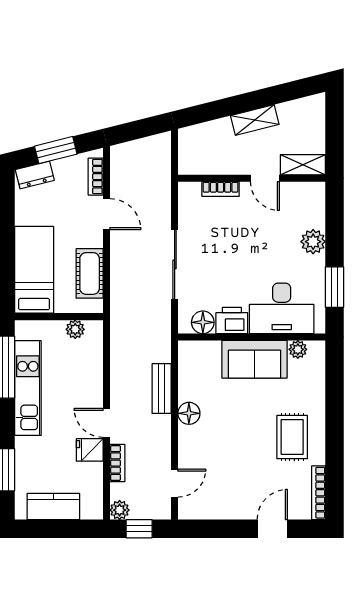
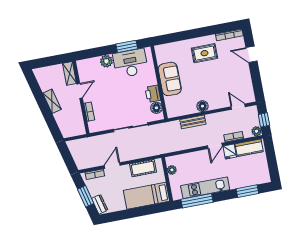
desk: (282, 308) -> (130, 63), moved, turned -90
plant: (298, 349) -> (161, 59), removed
kitchen counter: (53, 507) -> (249, 148), moved, turned -90

